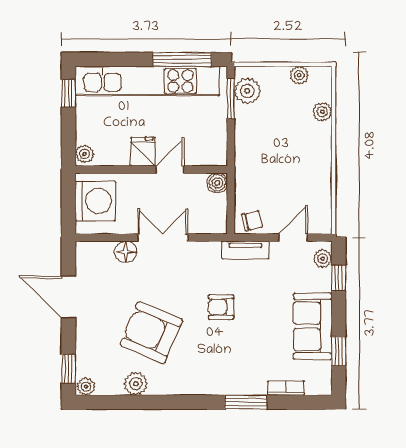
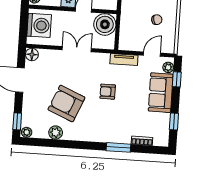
boiler: (217, 183) -> (105, 24), width x1.86, depth x1.86
chair: (252, 221) -> (157, 20), moved
floor lamp: (126, 252) -> (32, 54), moved
sofa: (313, 326) -> (161, 93), moved

